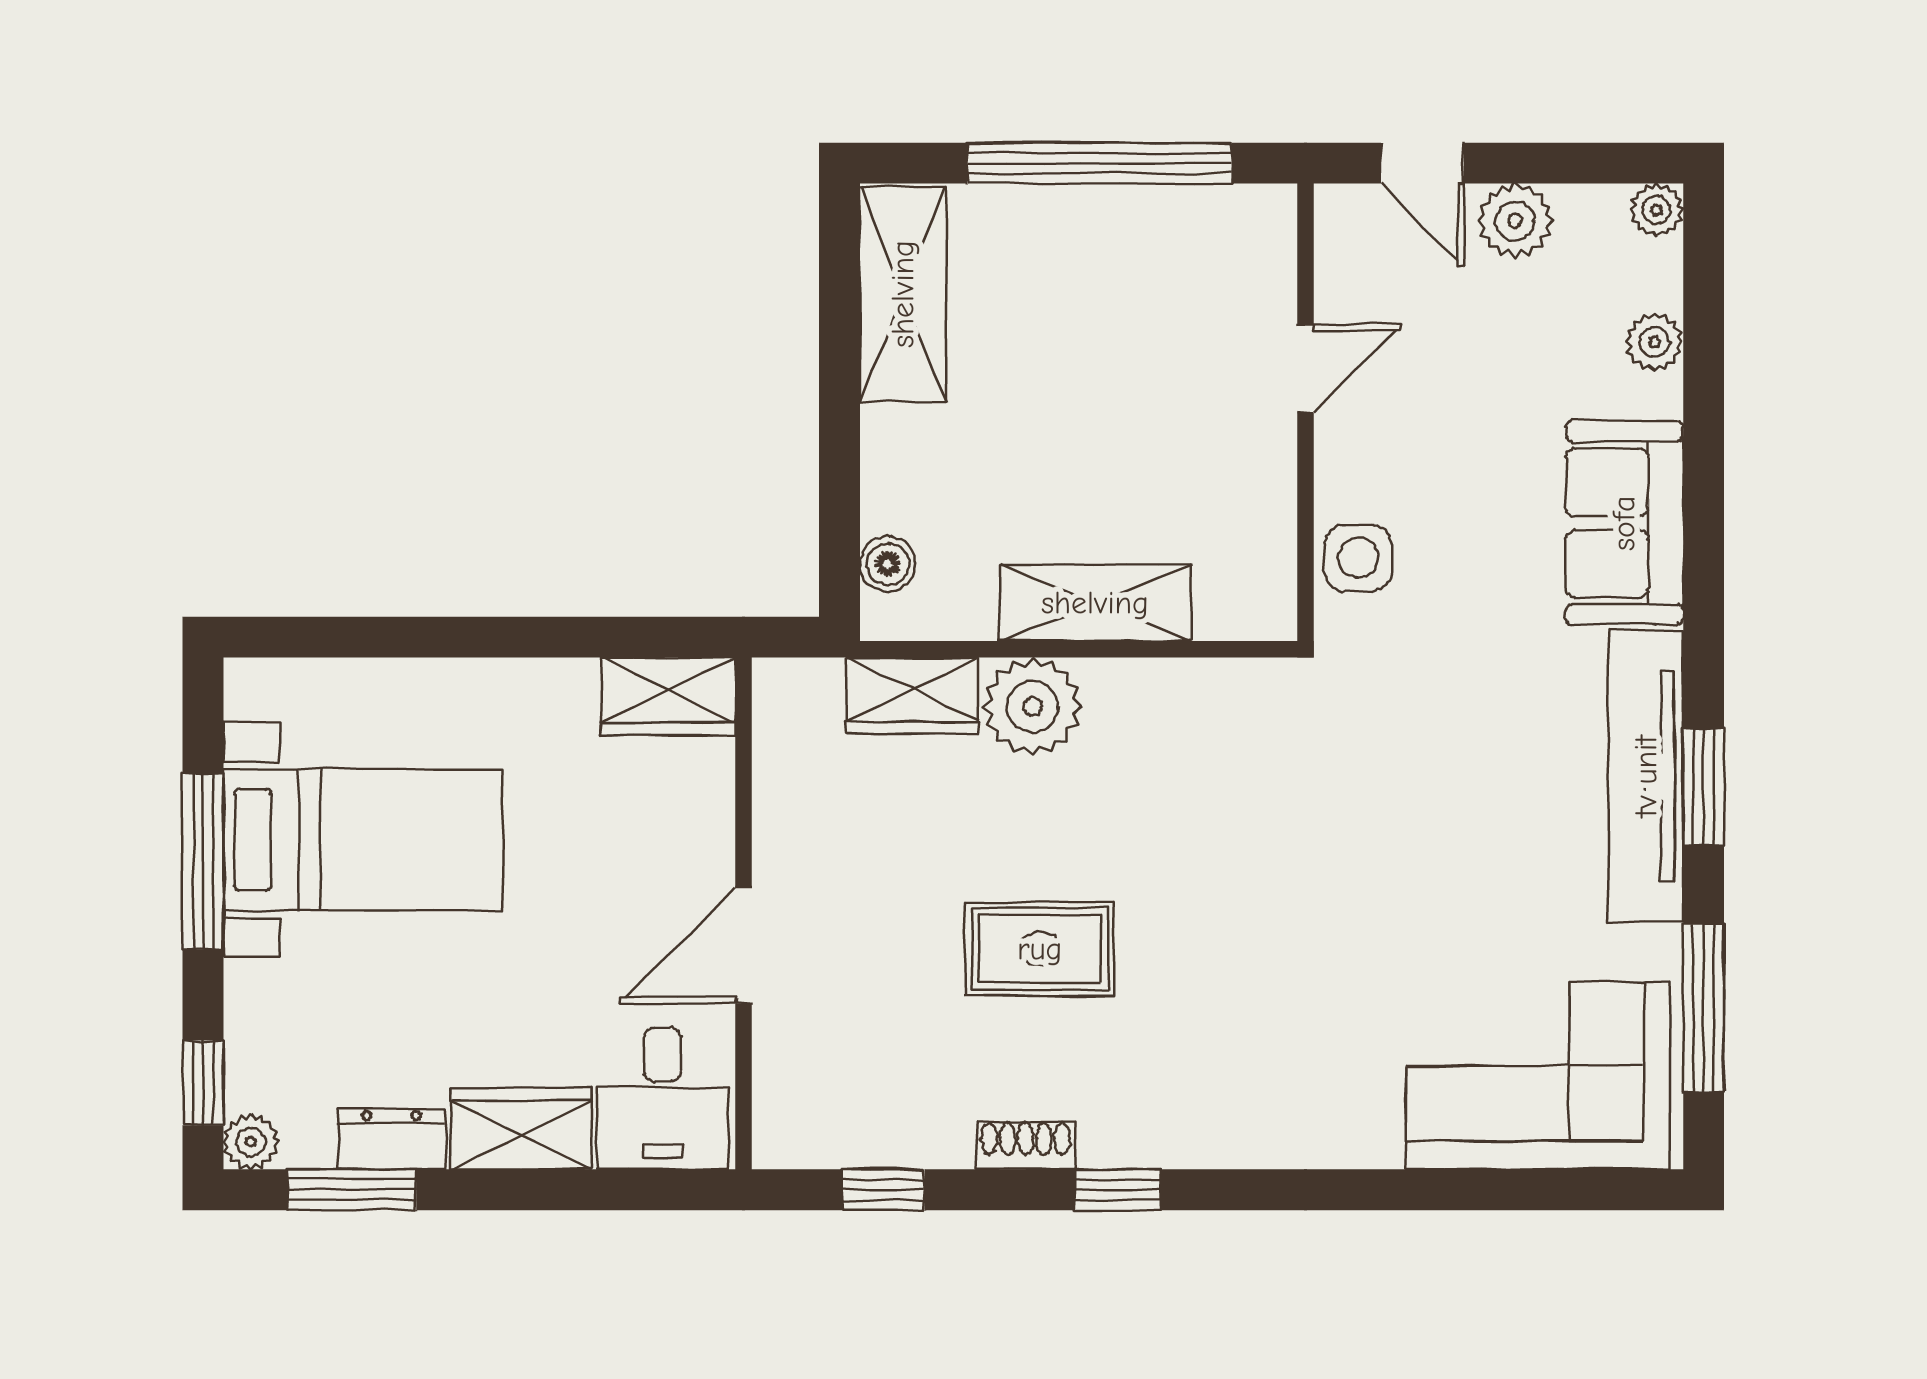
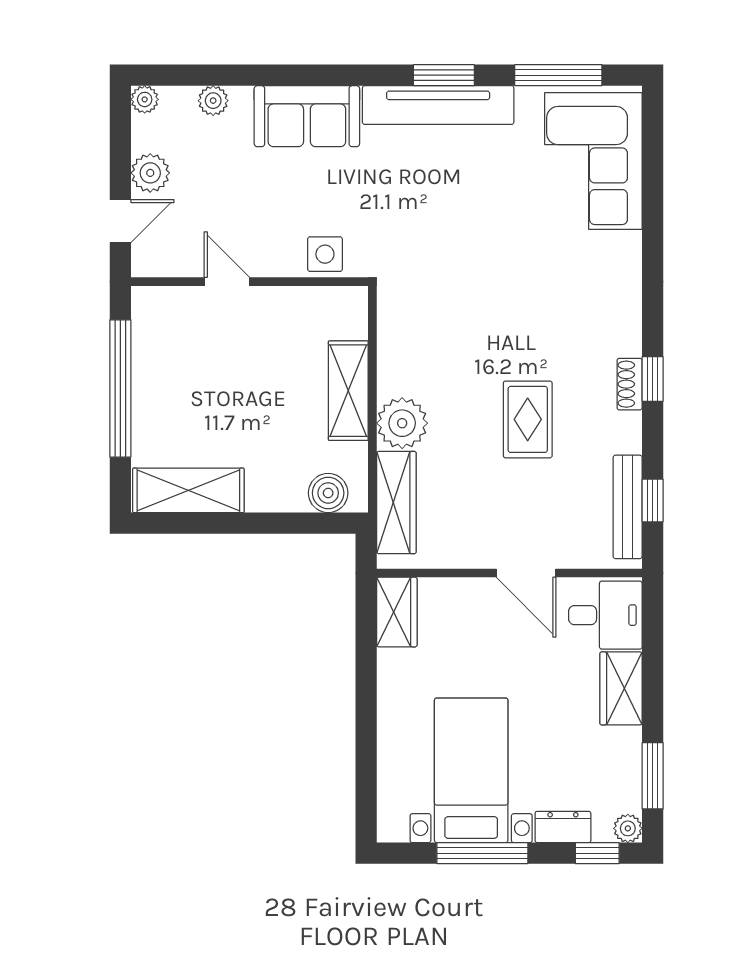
boiler: (888, 564) -> (328, 493), width x1.36, depth x1.36
wardrobe: (912, 696) -> (396, 503), width x1.50
dresser: (391, 1139) -> (563, 827), moved, turned 90
bench: (871, 1141) -> (628, 507), added
shoe rack: (1026, 1145) -> (630, 384), moved

